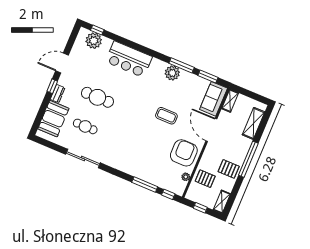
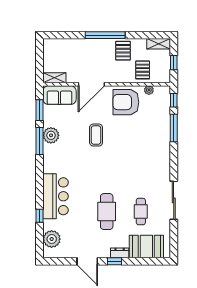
window: (97, 30) -> (40, 216), moved
plant: (172, 73) -> (51, 135), moved
shelving: (254, 123) -> (67, 45), removed

